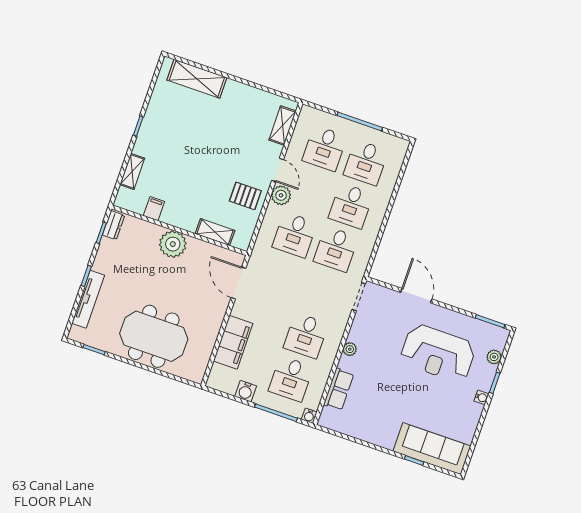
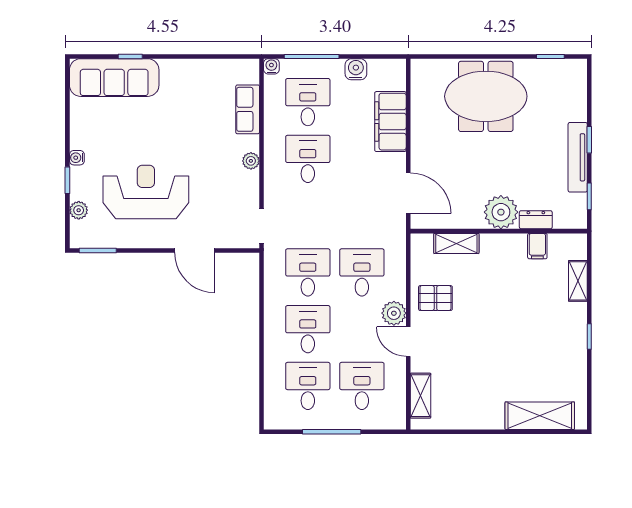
dresser: (114, 225) -> (536, 220), moved, turned 90
tv unit: (88, 299) -> (578, 157), moved

